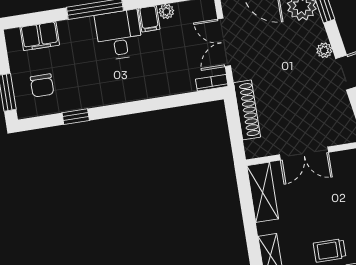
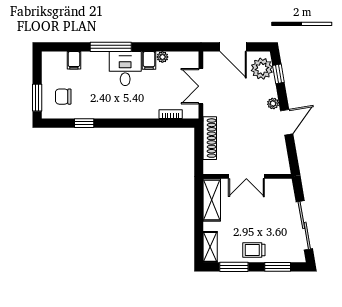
filing cabinet: (40, 36) -> (74, 60), width x0.50
bookcase: (212, 83) -> (171, 114), moved
chair: (42, 85) -> (63, 97), turned 90

